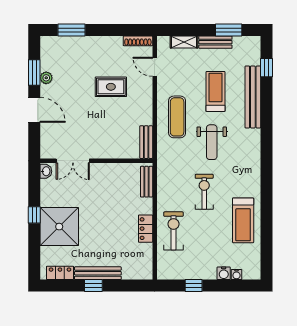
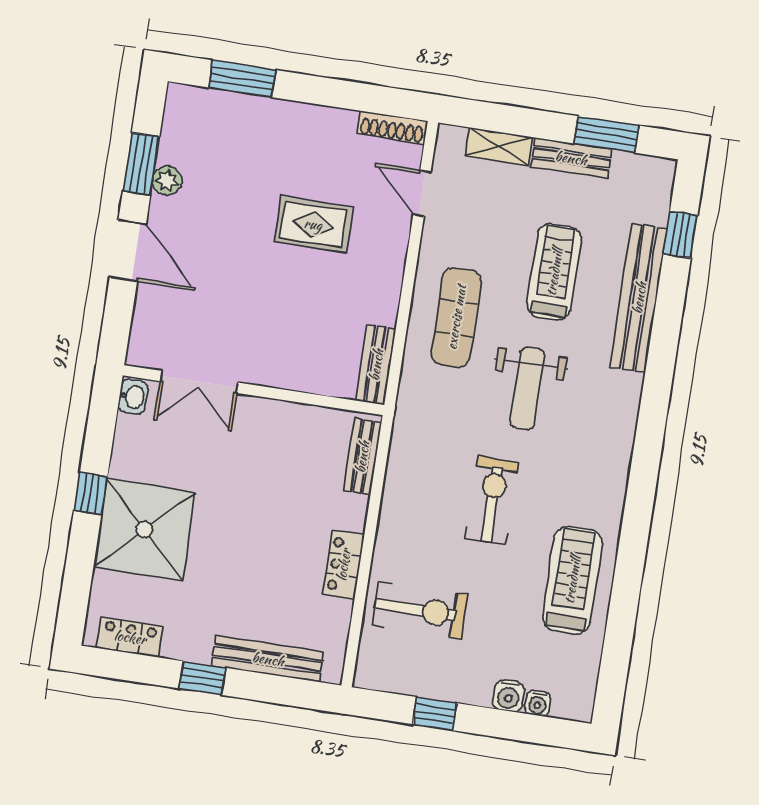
treadmill: (243, 220) -> (572, 580), turned 180
exercise bike: (173, 231) -> (420, 610), moved, turned 90
bench: (98, 273) -> (268, 659), moved

